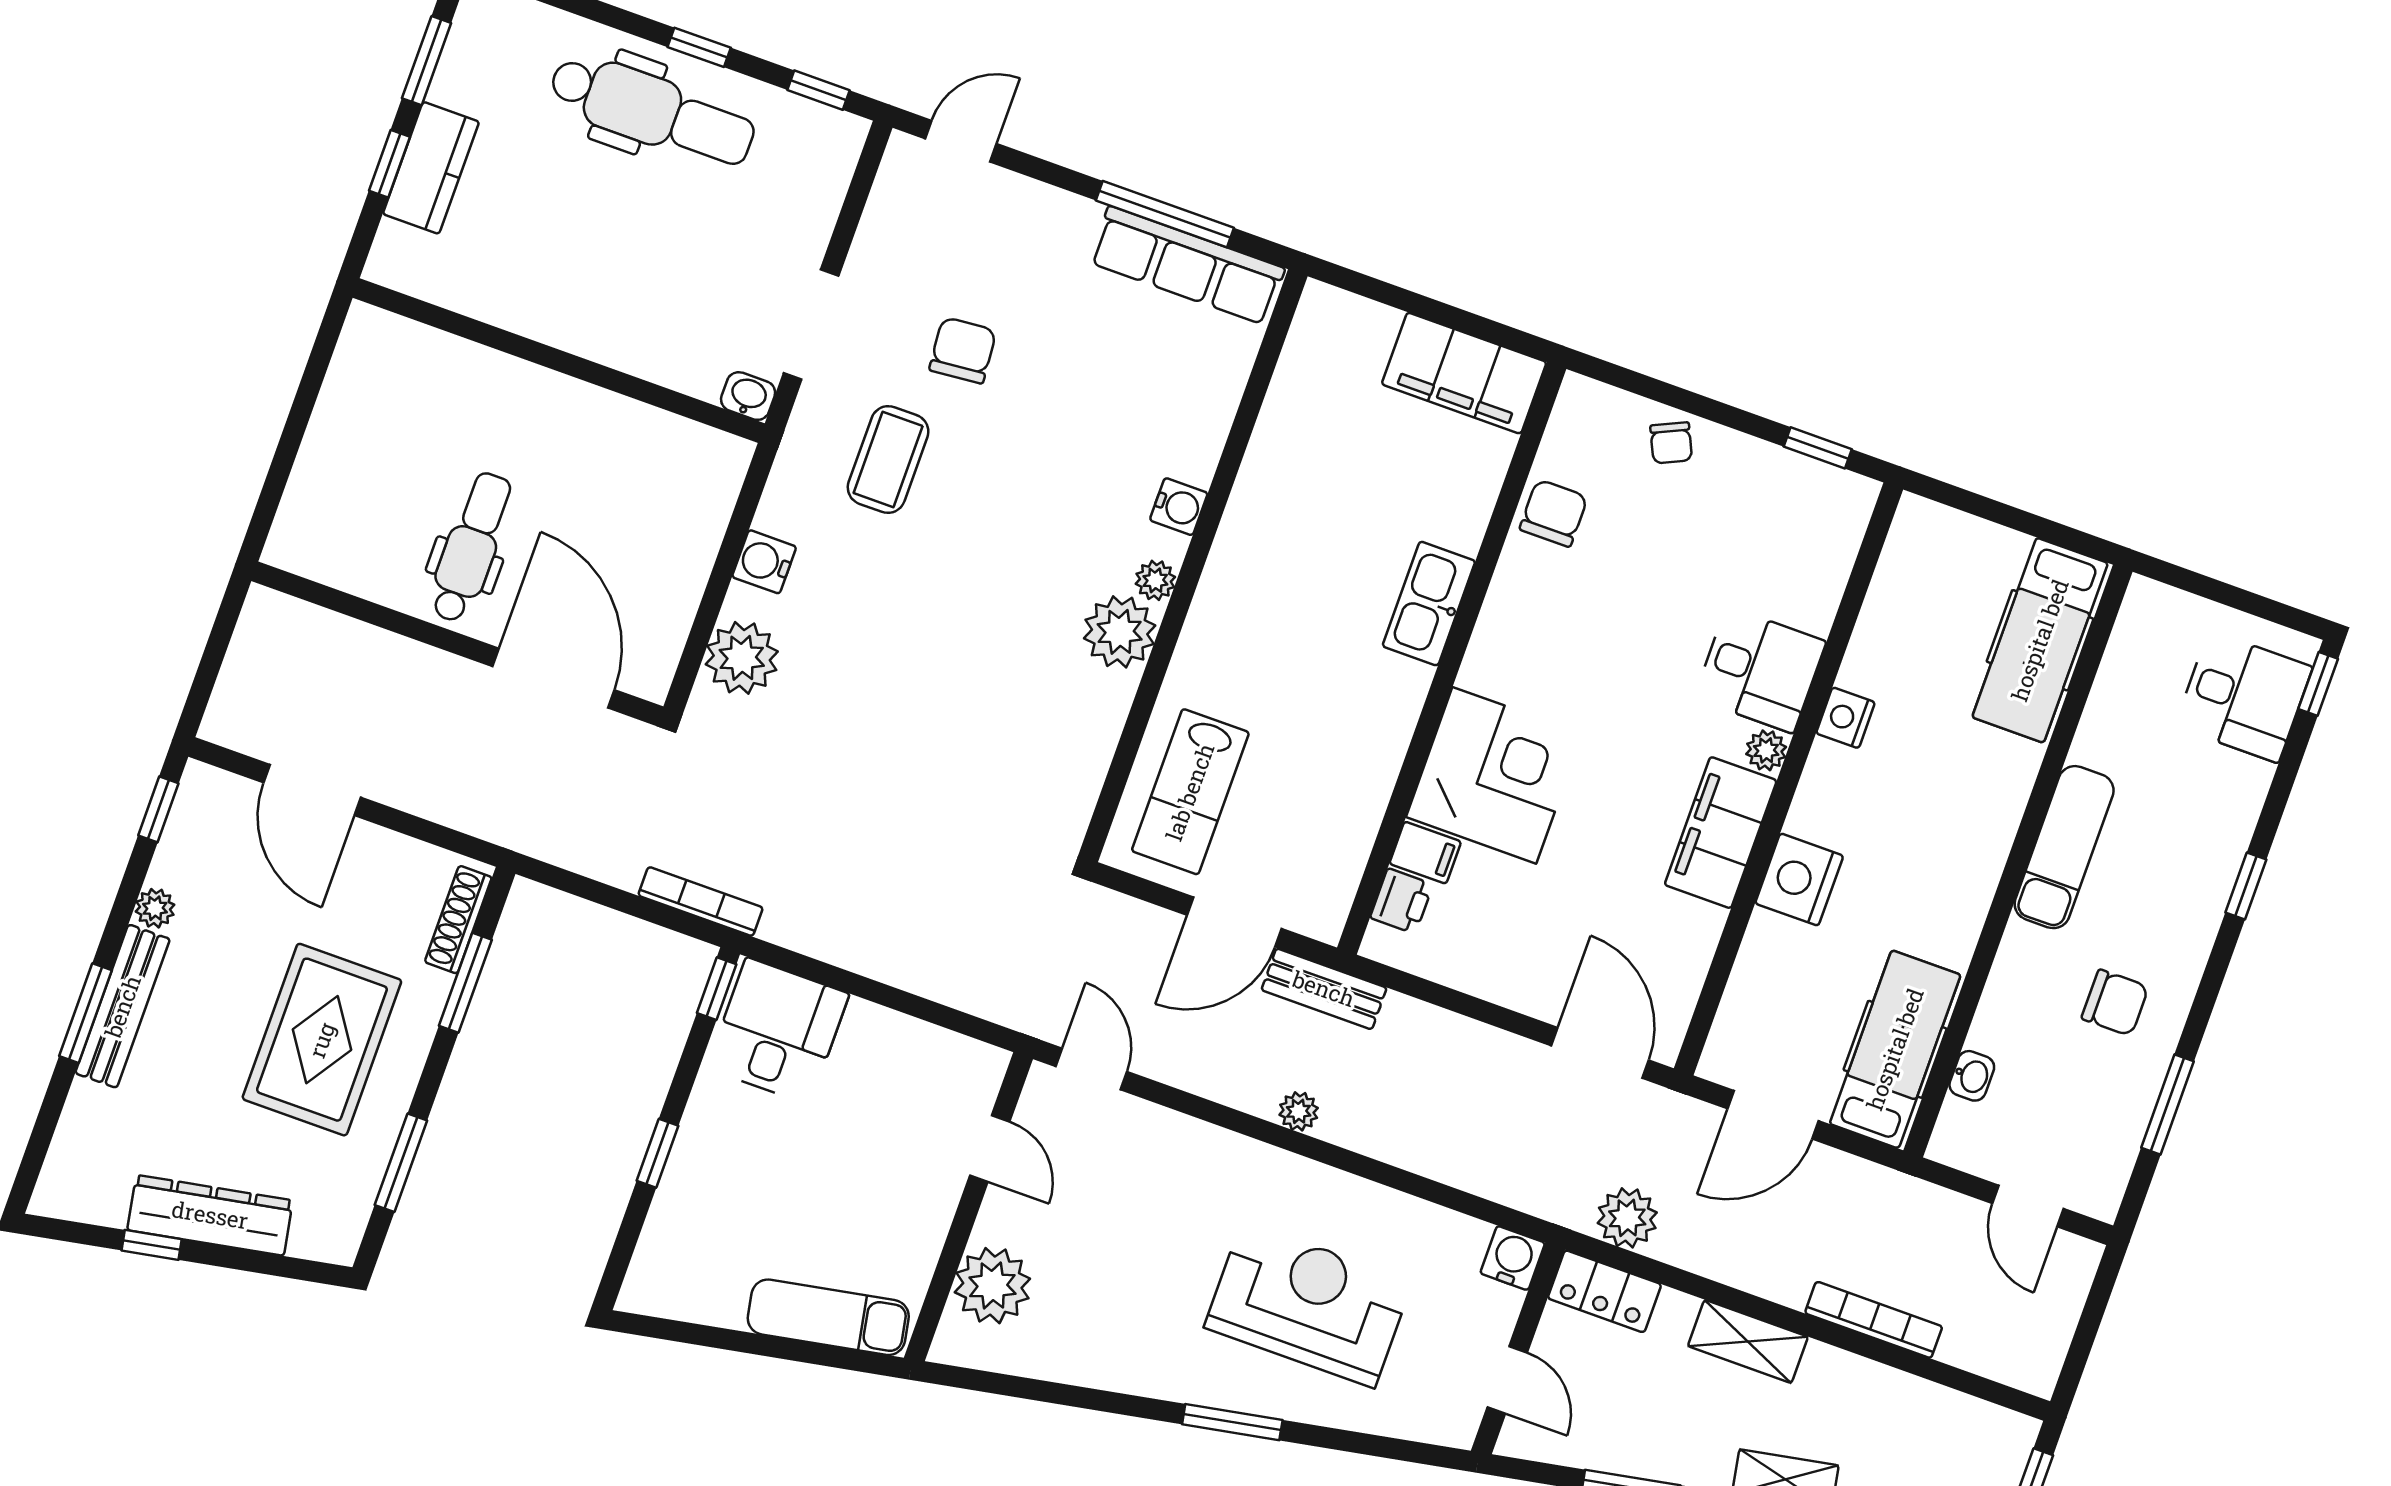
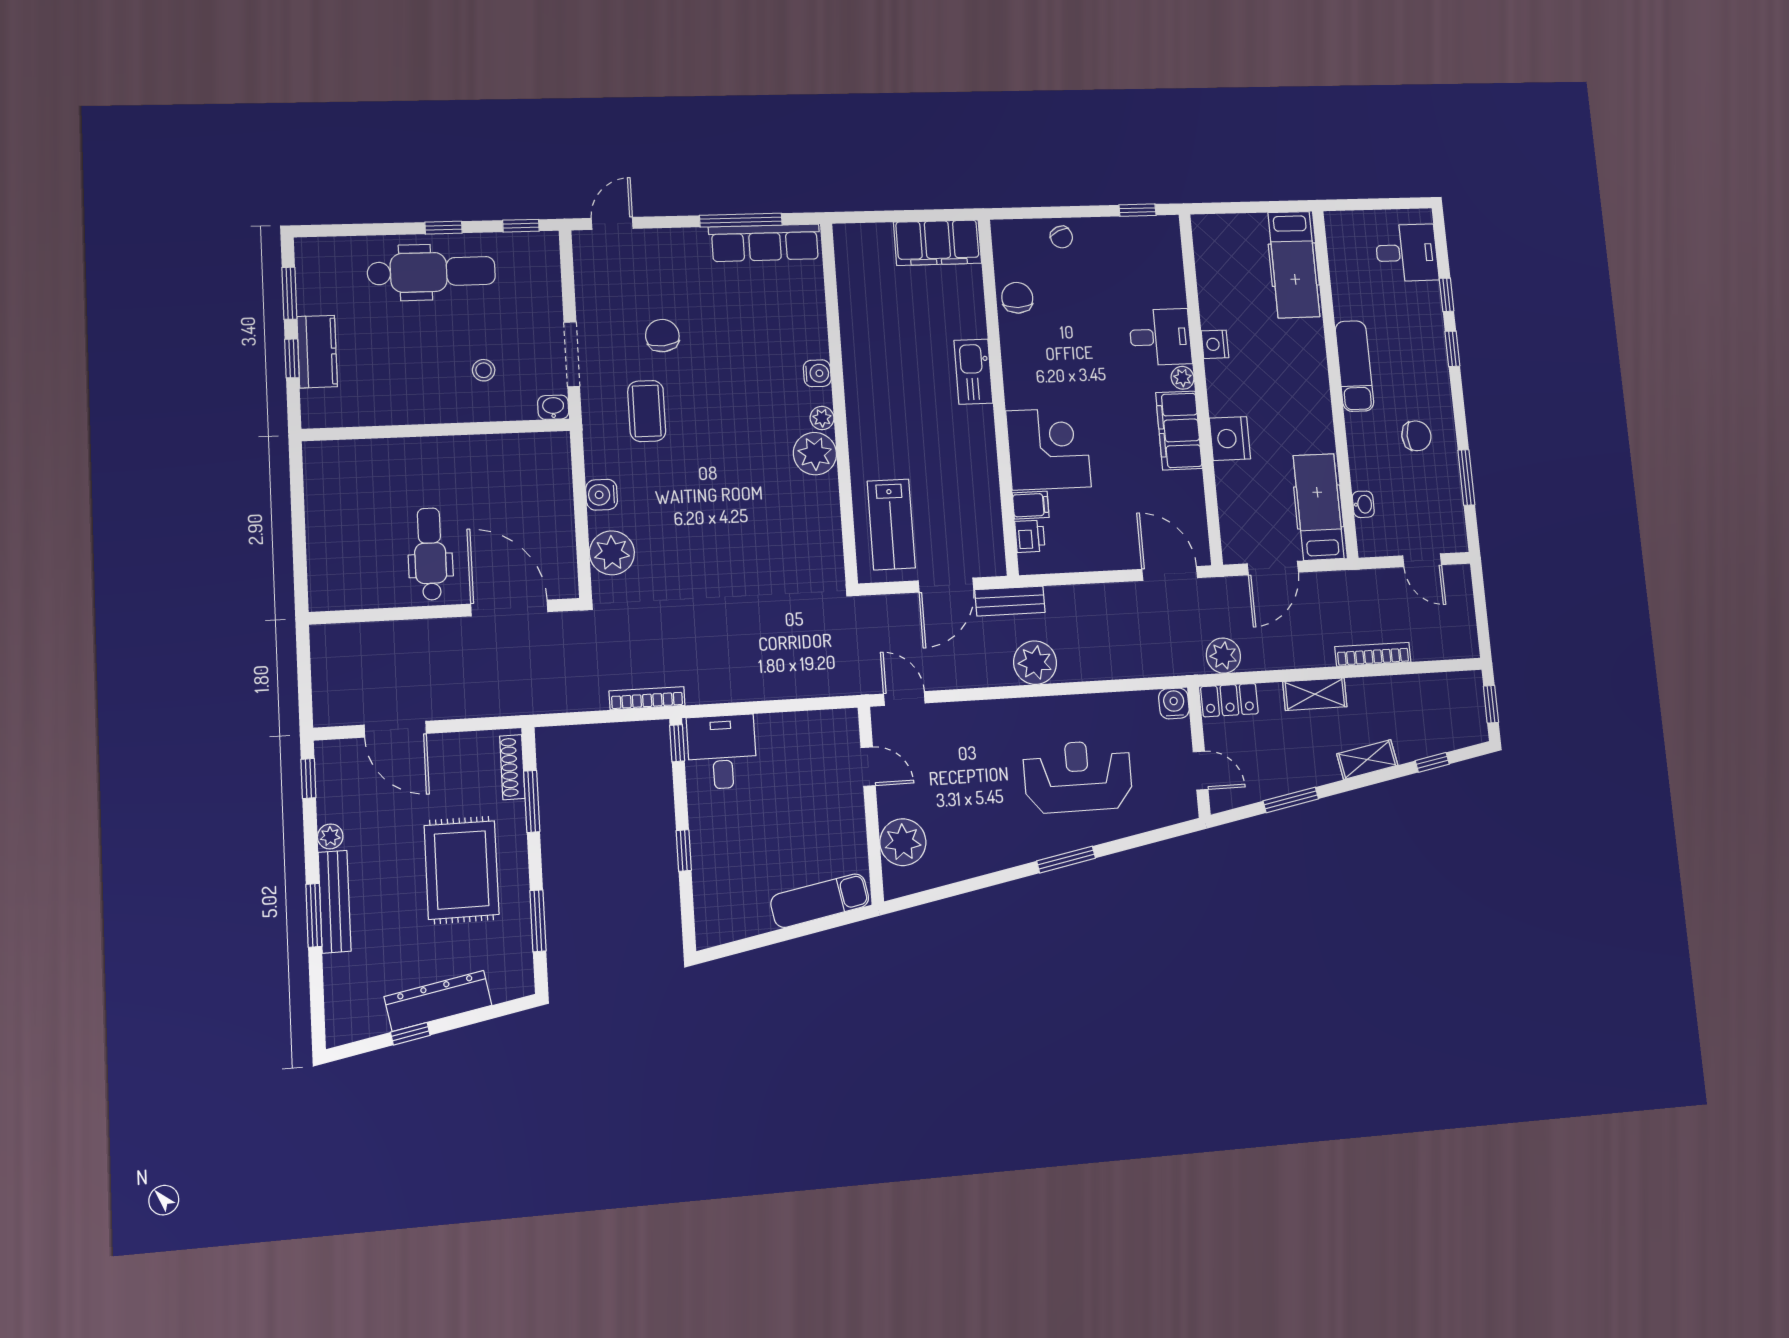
stool: (667, 296) -> (484, 370), added
window: (2318, 684) -> (1447, 295), moved
plant: (1299, 1111) -> (1035, 663), width x1.87, depth x1.87

